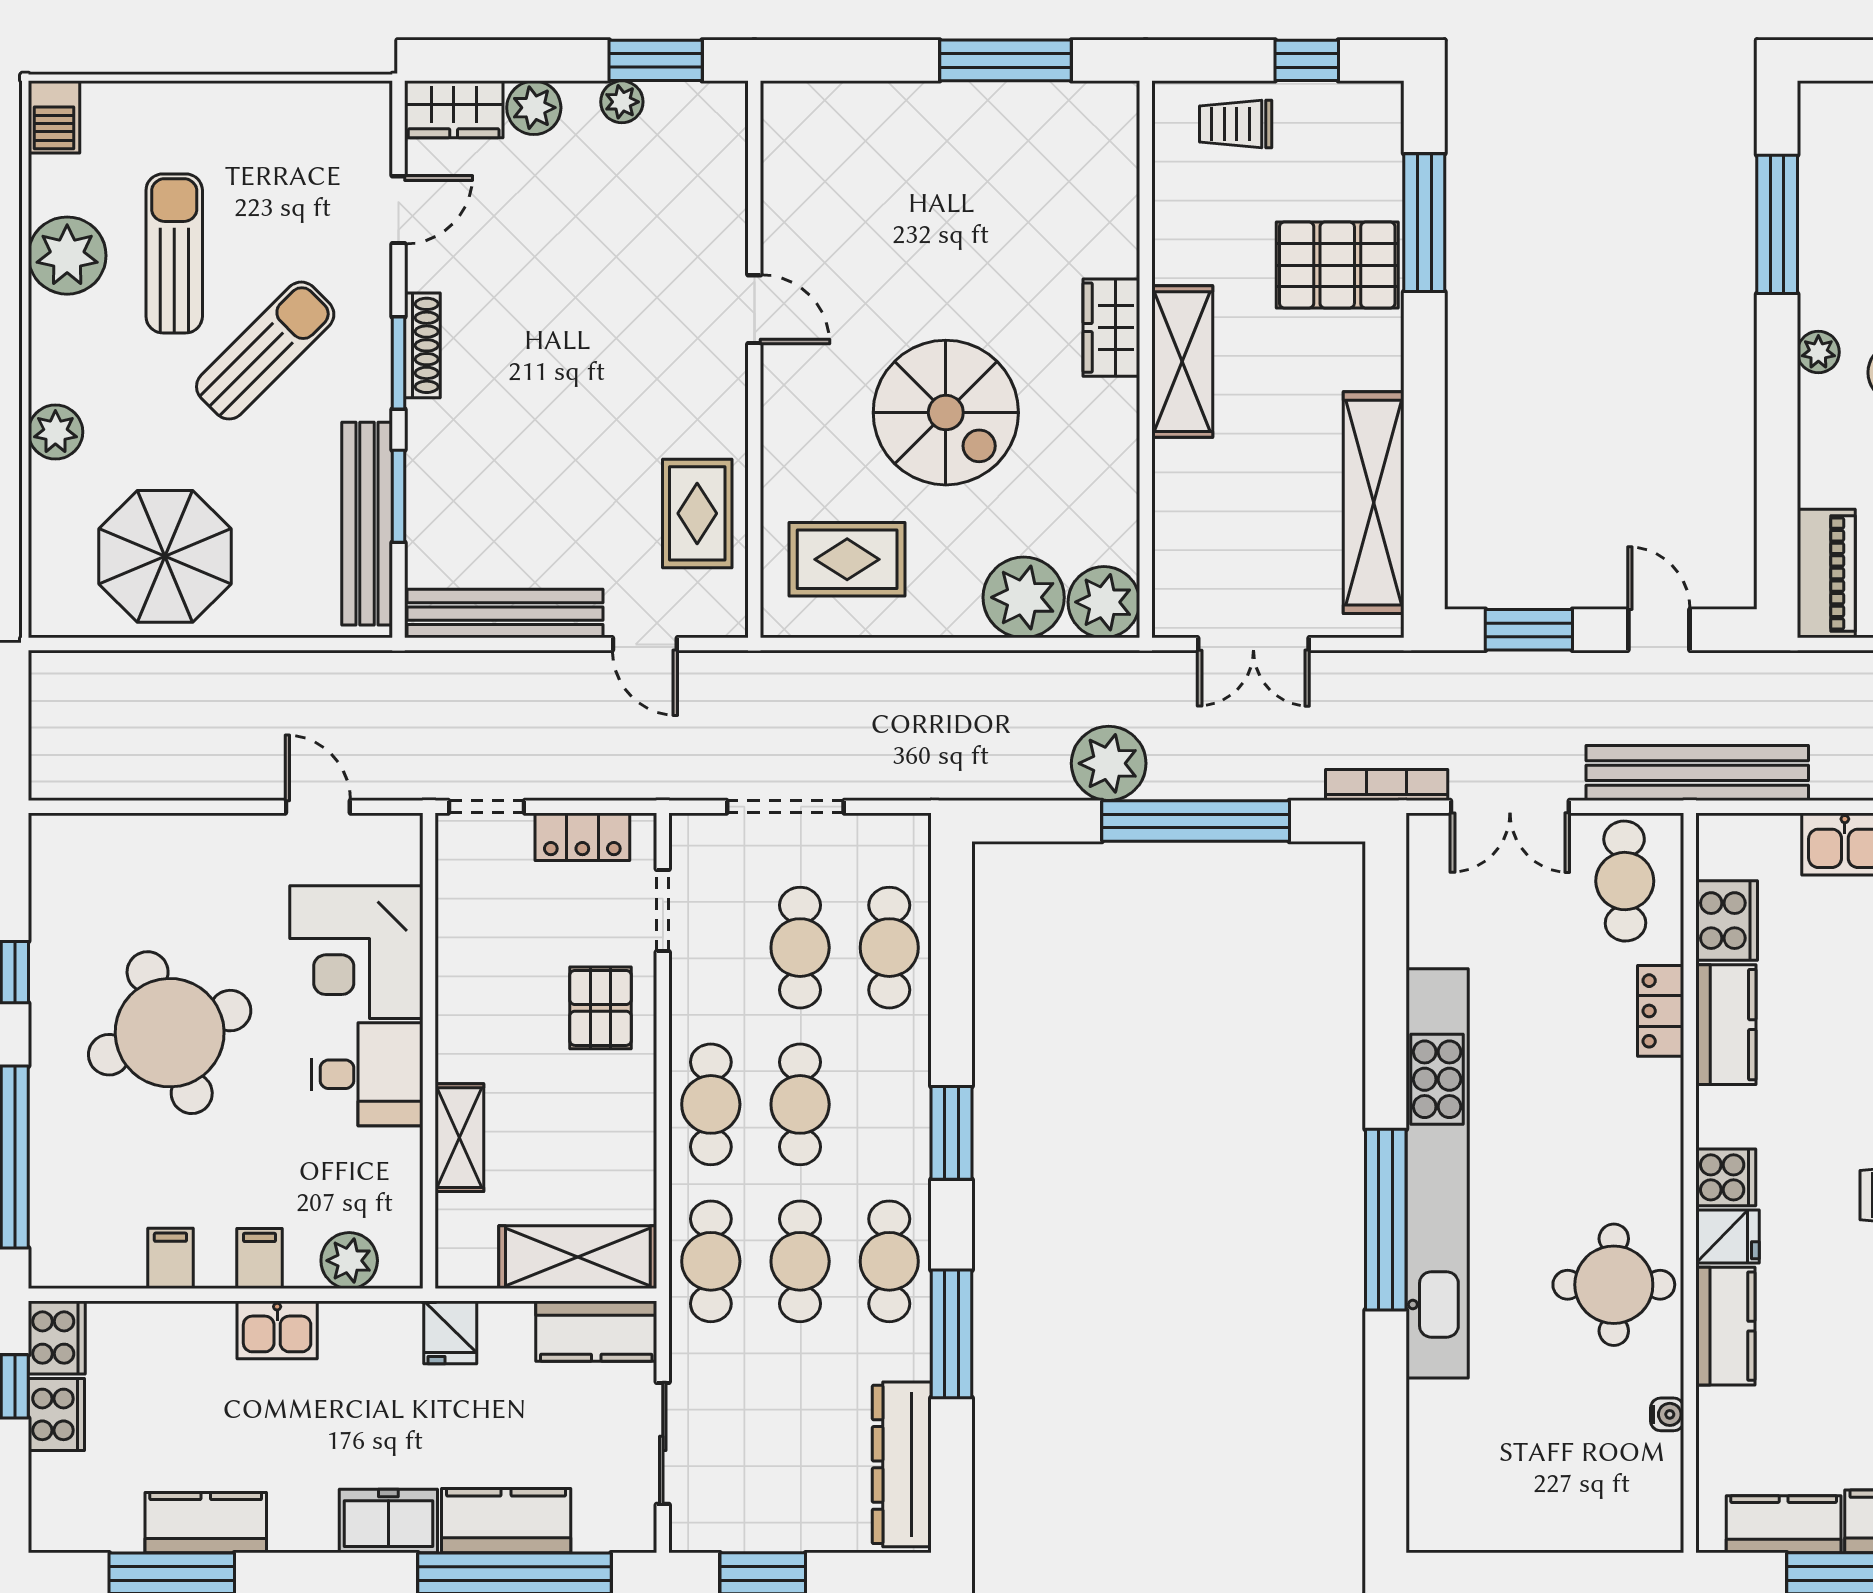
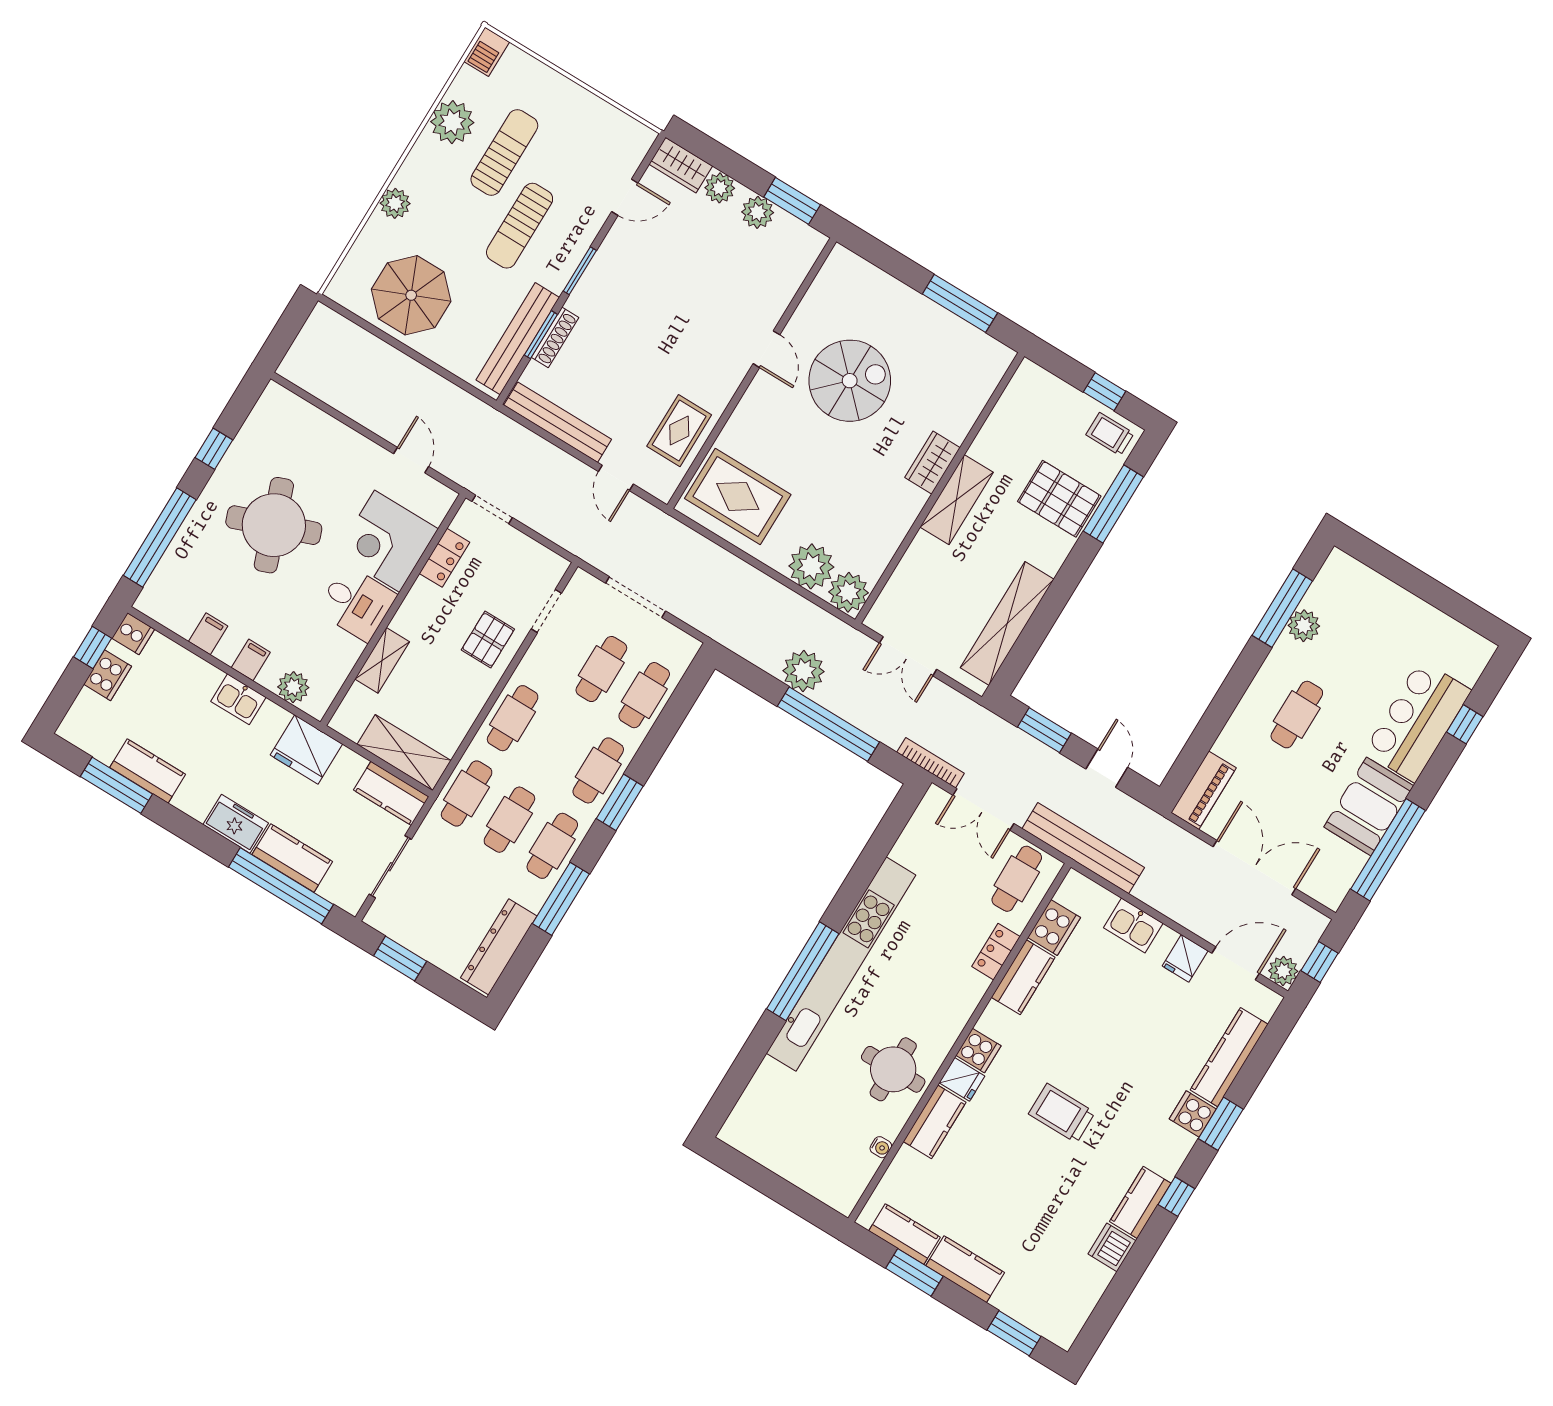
plant: (622, 102) -> (758, 212), width x1.38, depth x1.38
trolley: (1236, 124) -> (1110, 434), moved
shoe rack: (422, 345) -> (555, 337), moved
sun lounger: (265, 351) -> (520, 226), turned 135
plant: (1818, 352) -> (1304, 626), moved, width x1.38, depth x1.38
spiral stairs: (946, 413) -> (850, 381), moved, turned -90
rug: (847, 559) -> (738, 496), width x1.36, depth x1.43
locker: (582, 837) -> (444, 558), moved, turned -90
cafe table: (800, 1104) -> (598, 770), moved
fridge: (450, 1332) -> (306, 750), width x1.88, depth x1.34
cooker: (57, 1338) -> (133, 634), width x0.73

